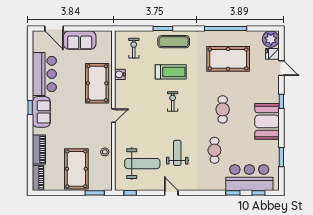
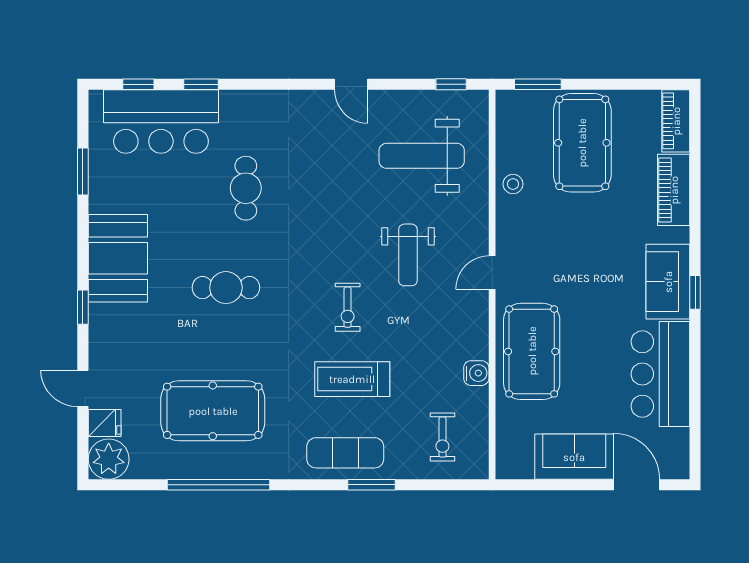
cafe table: (223, 109) -> (226, 288), turned 90
weight bench: (177, 153) -> (408, 255), moved

